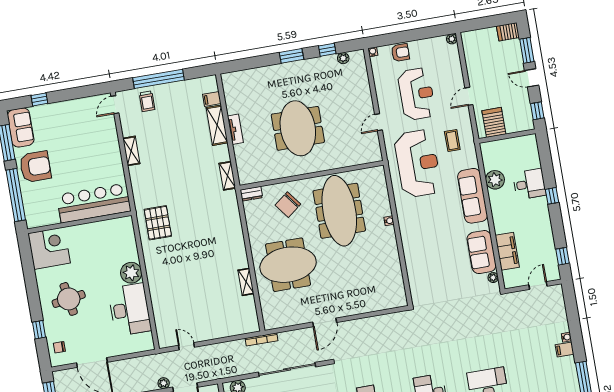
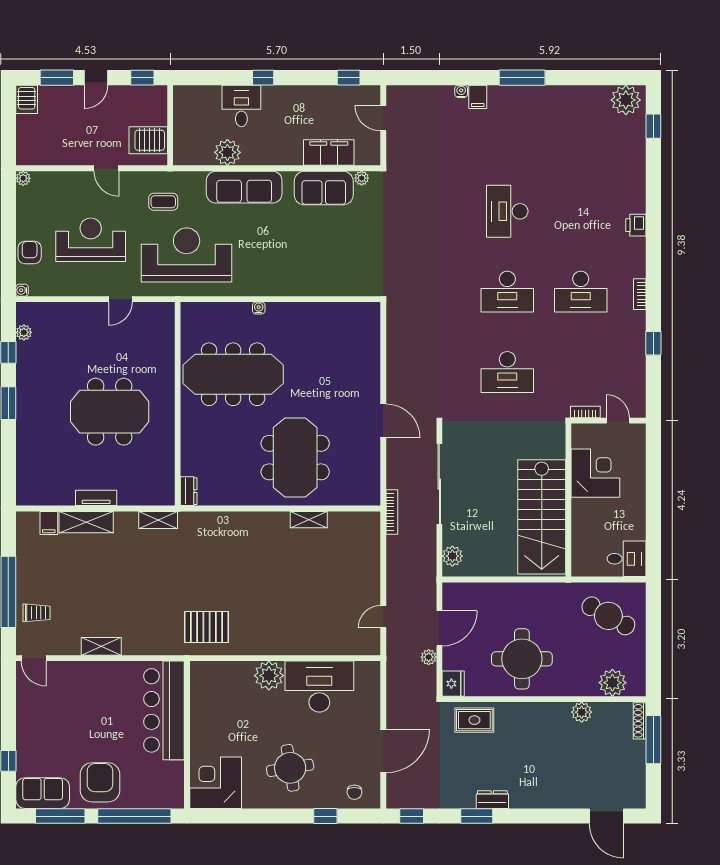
door: (378, 122) -> (120, 299), hinge flipped
chair: (288, 205) -> (212, 444), removed

